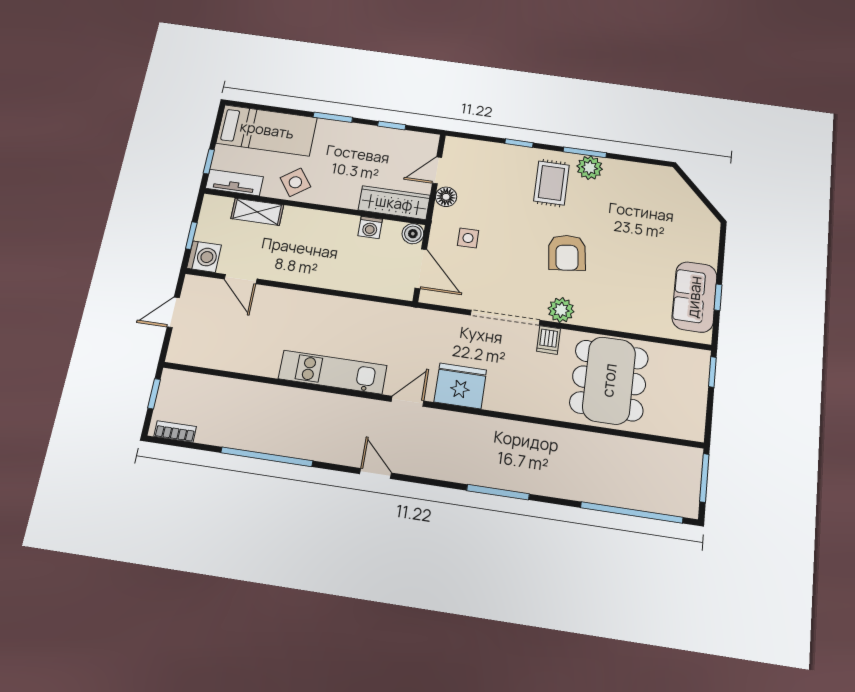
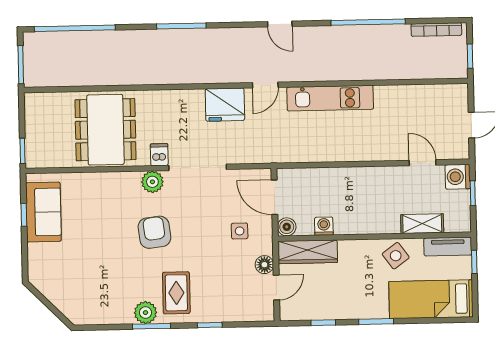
bookcase: (175, 431) -> (436, 30), width x1.56

